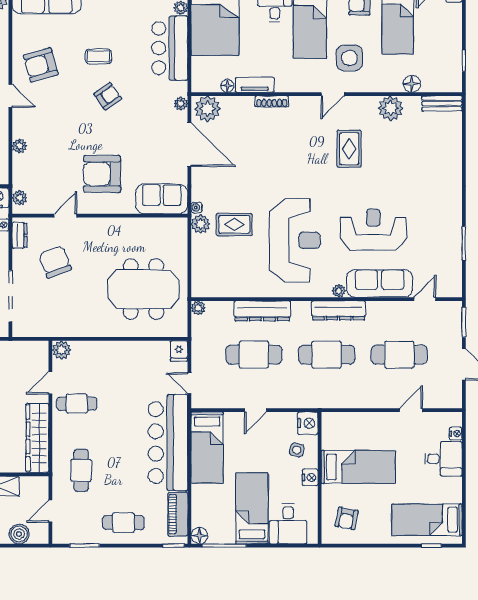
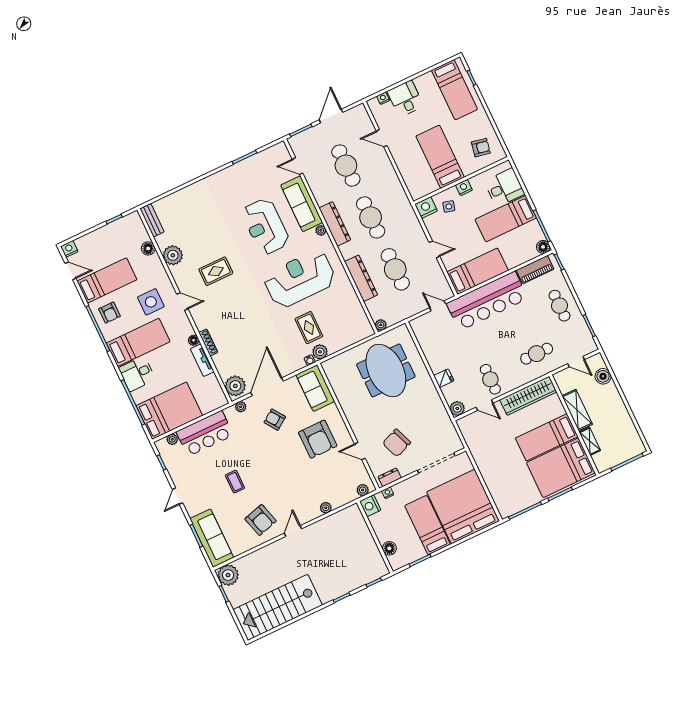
floor lamp: (227, 86) -> (194, 340), moved
armchair: (108, 96) -> (275, 420), moved
fridge: (179, 351) -> (444, 378), moved
door: (189, 383) -> (438, 306), swing flipped

